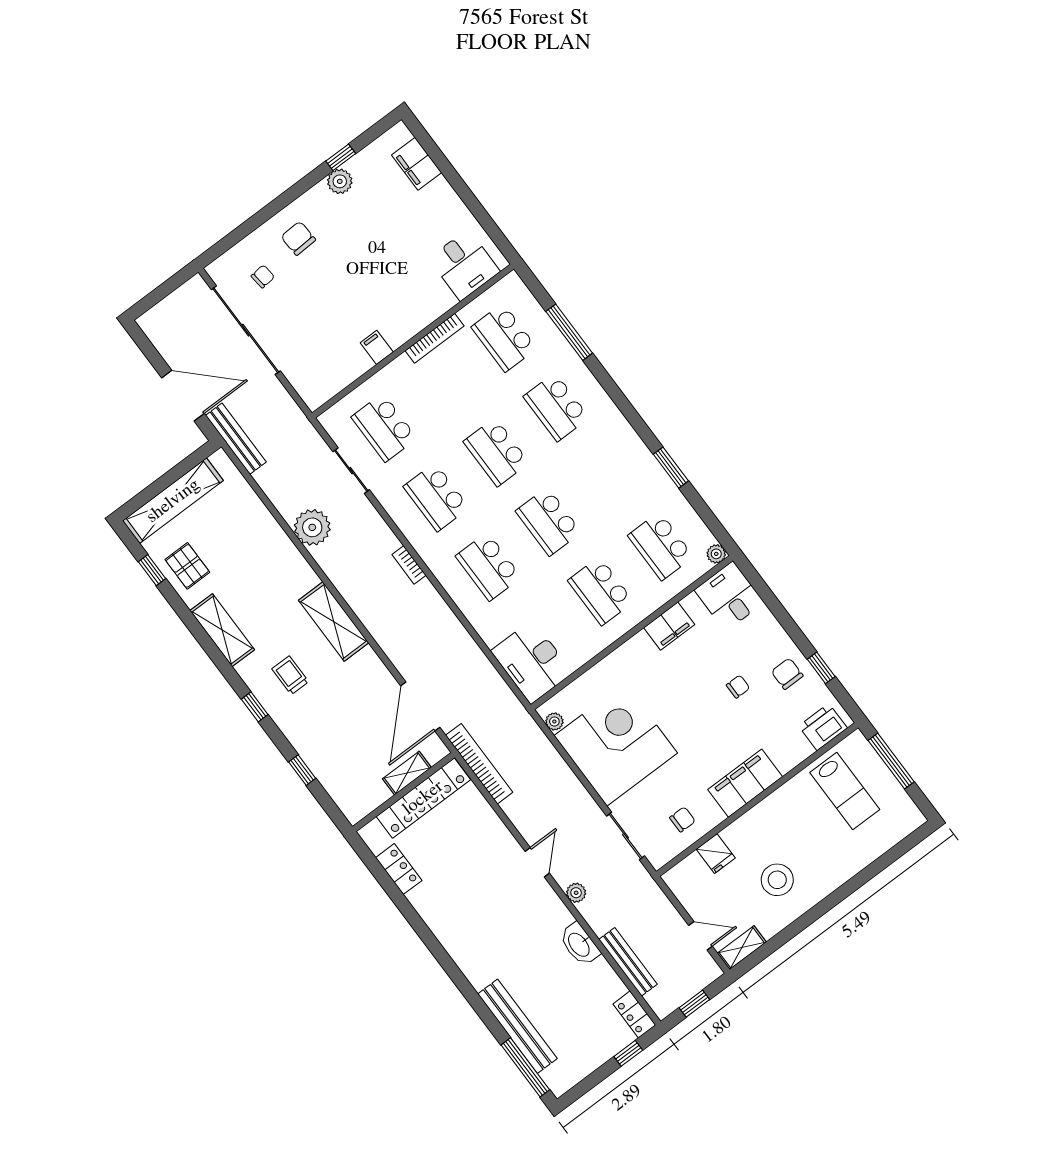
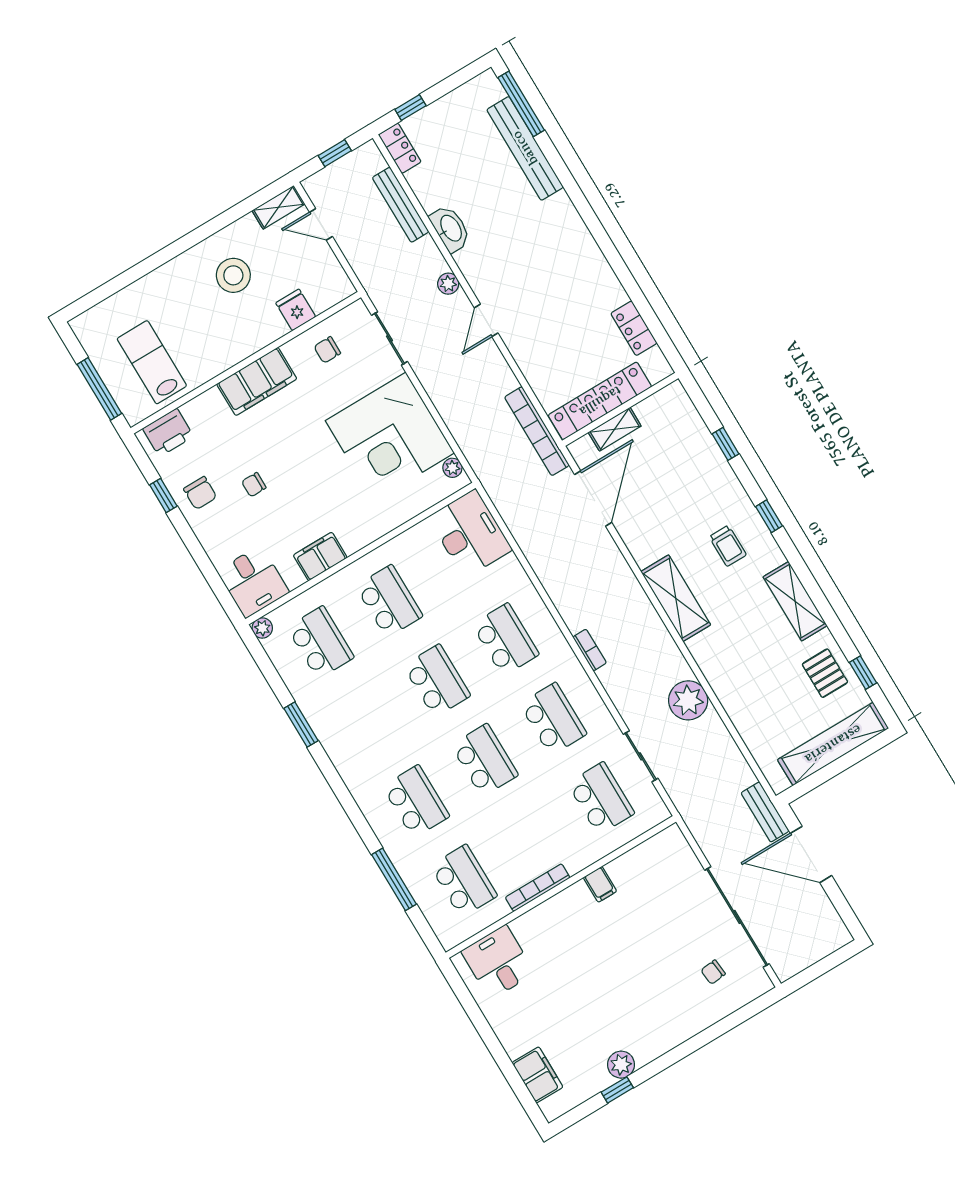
chair: (298, 238) -> (671, 1009), removed
bench: (236, 439) -> (765, 812), width x0.73

